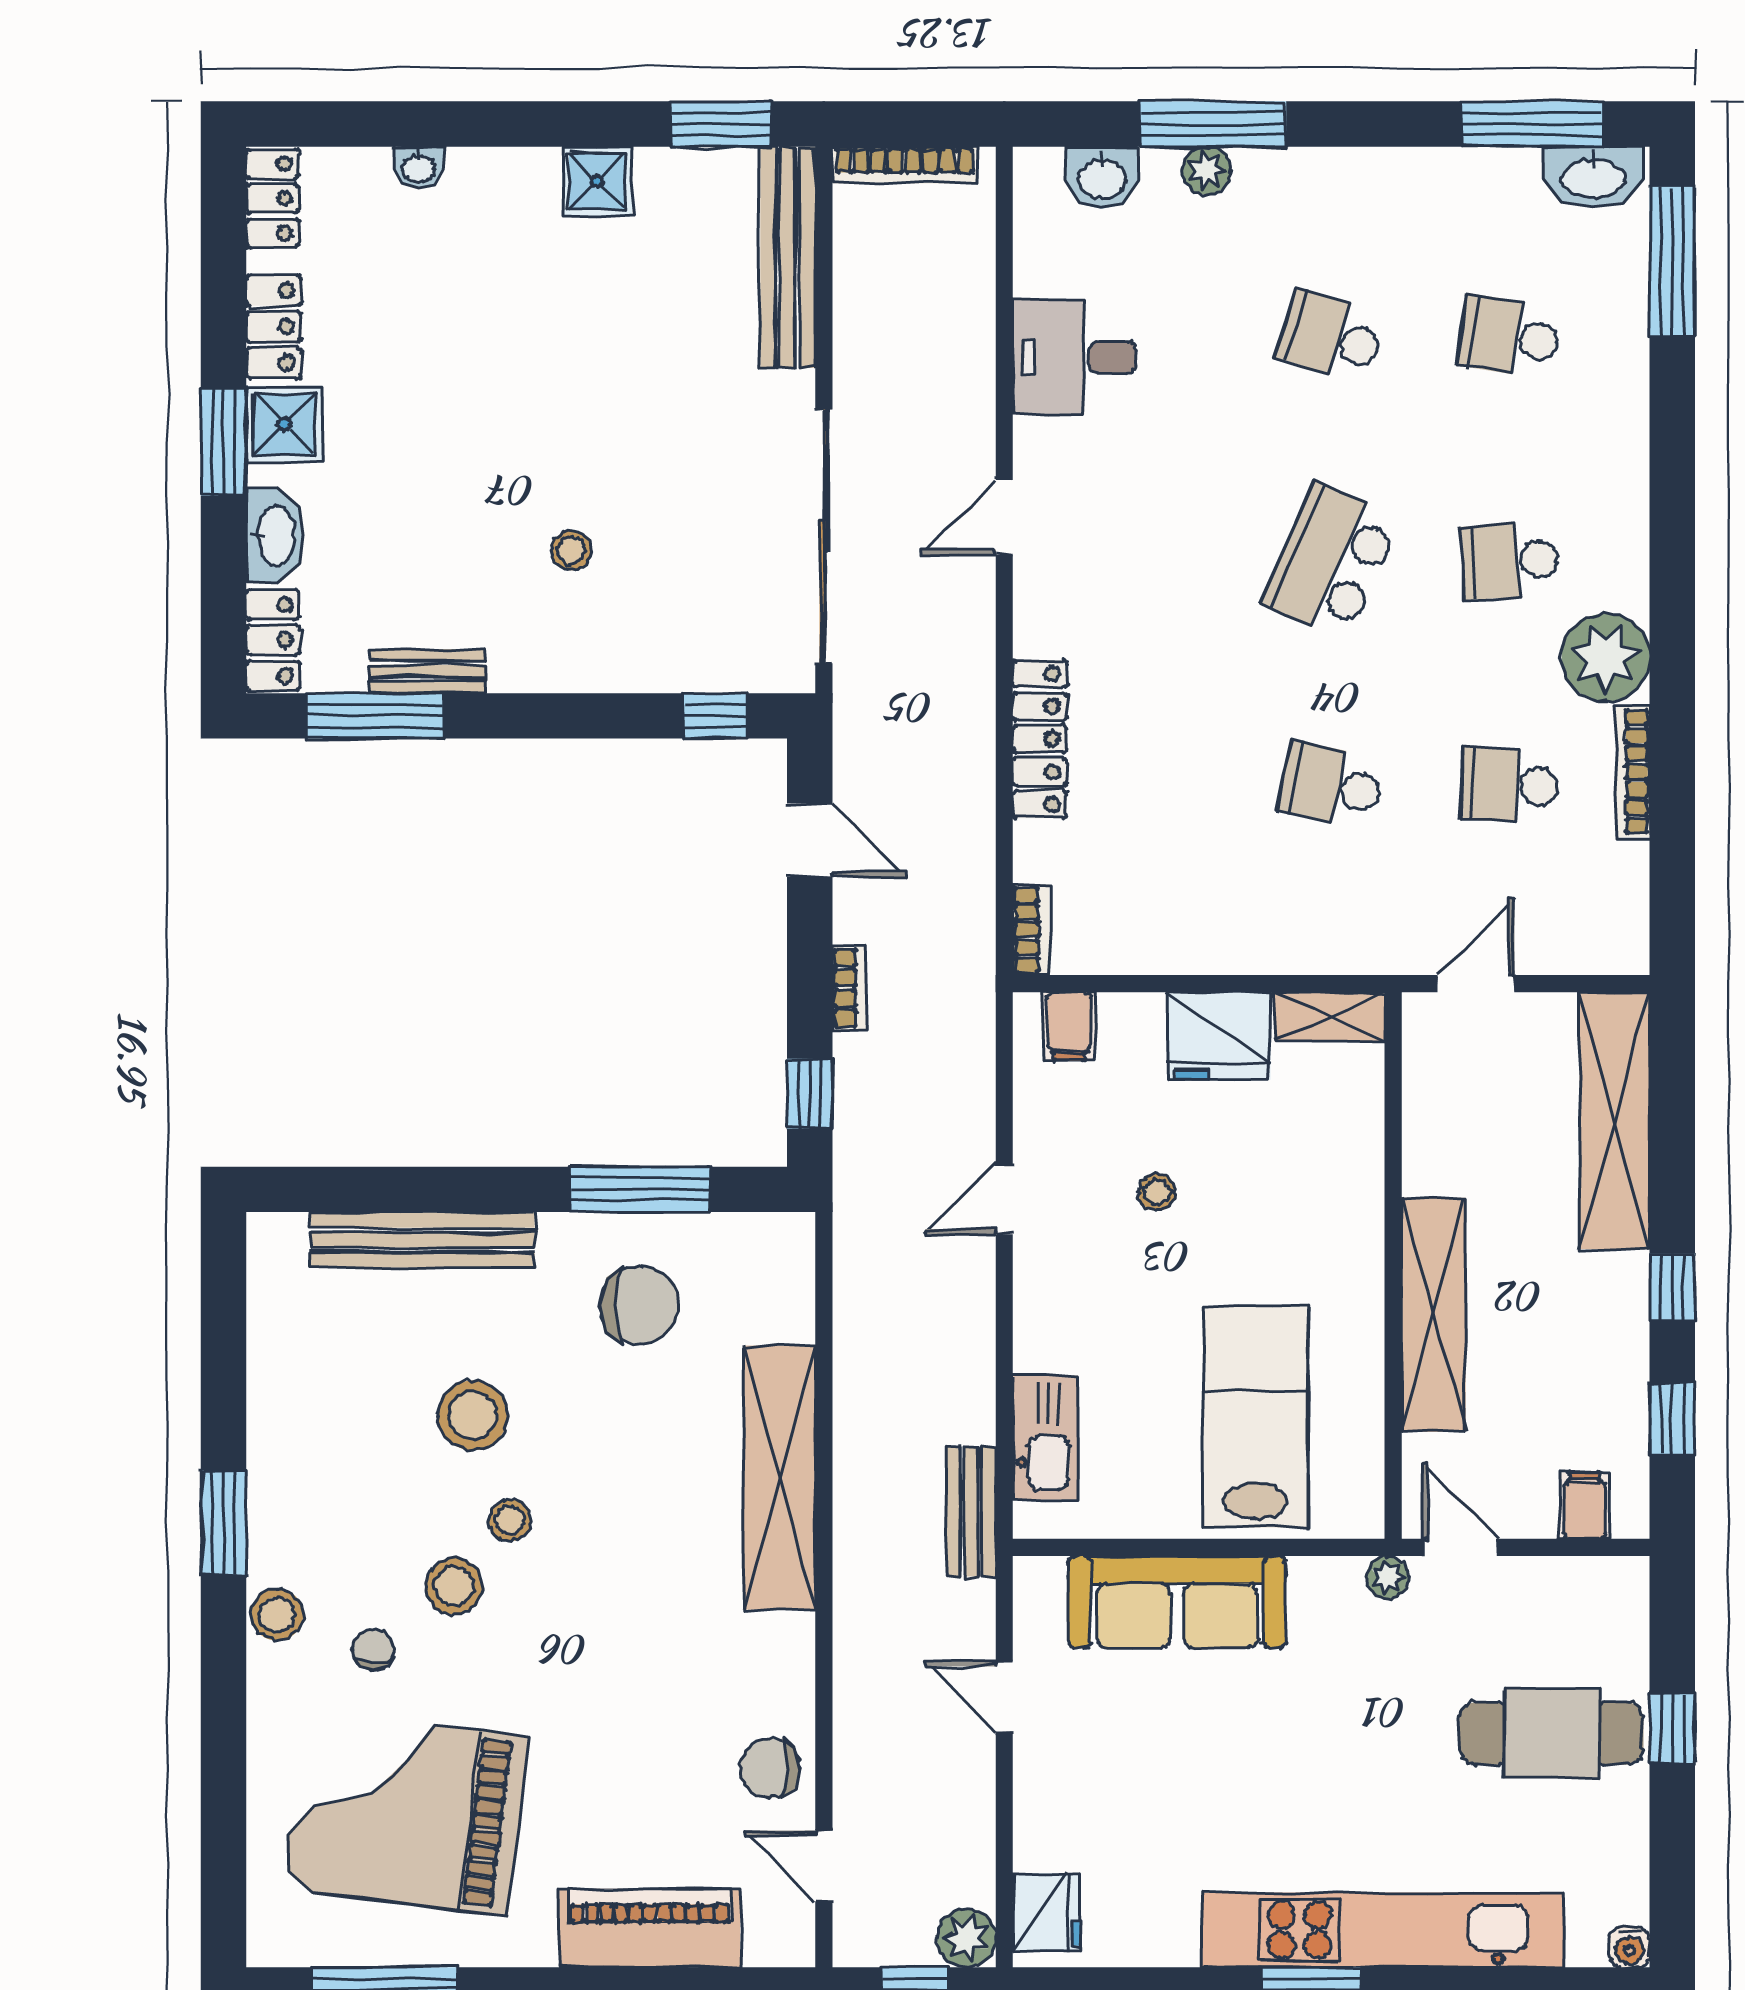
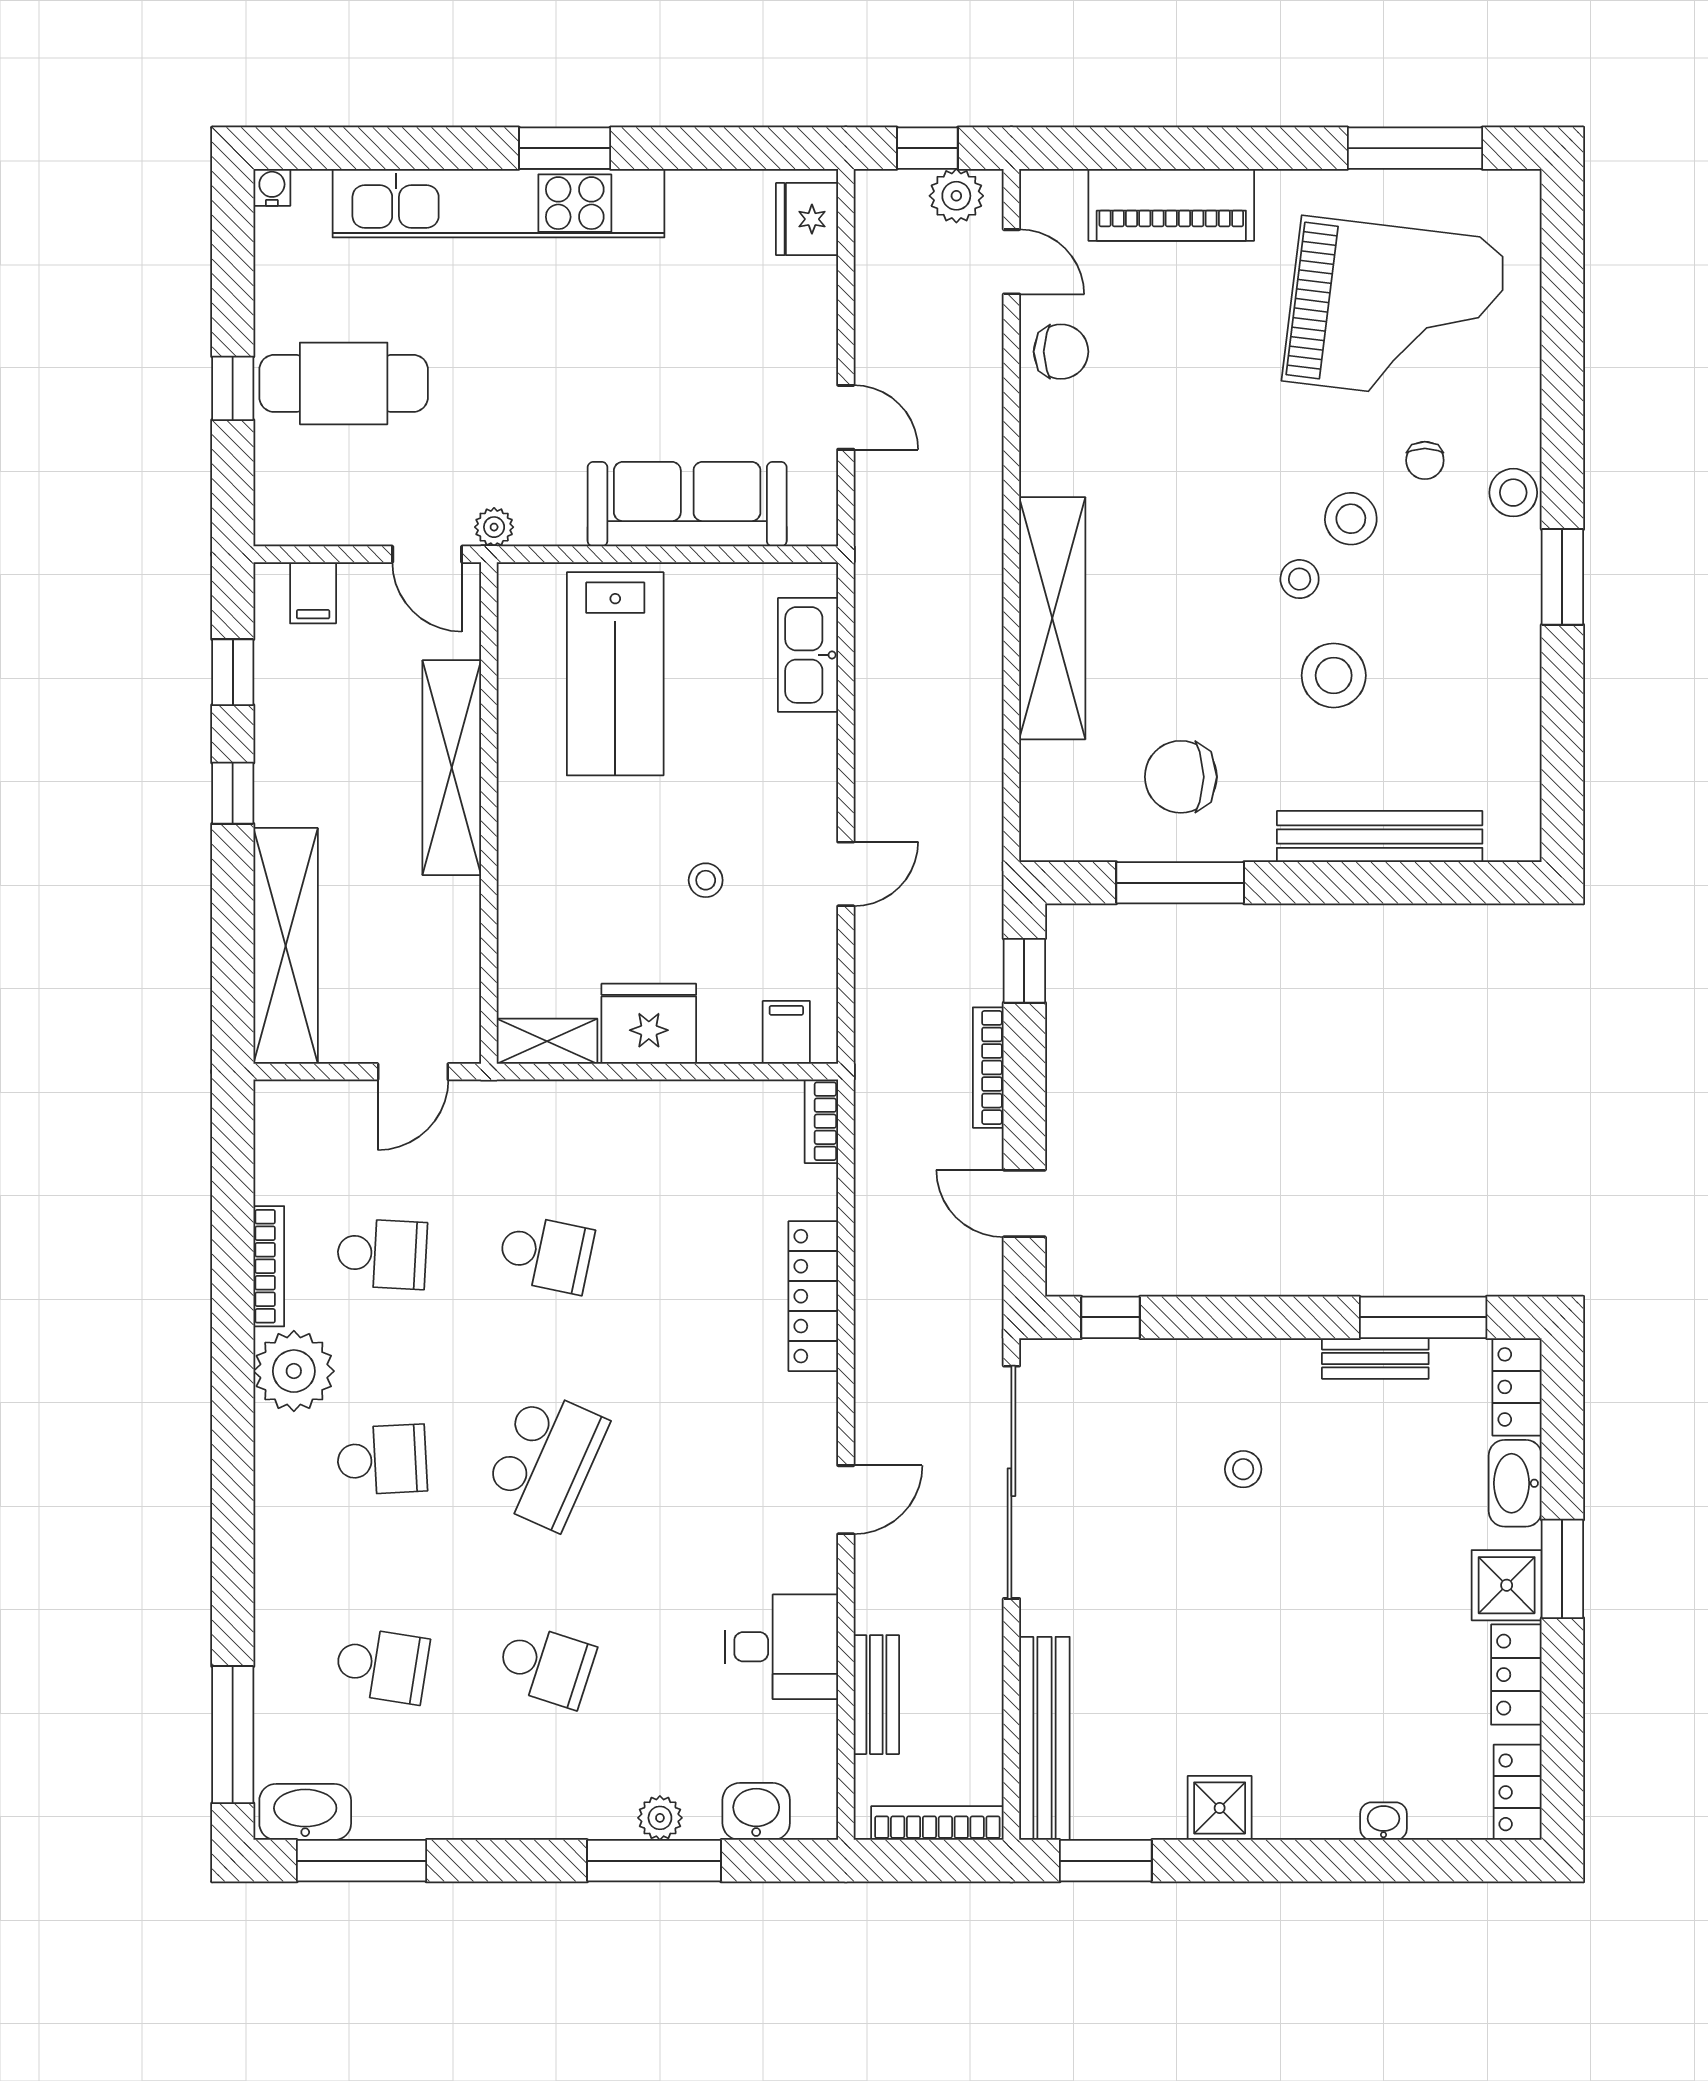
bookcase: (849, 988) -> (988, 1068), width x1.56
bench: (971, 1512) -> (876, 1695), moved
plant: (966, 1938) -> (956, 196), moved

